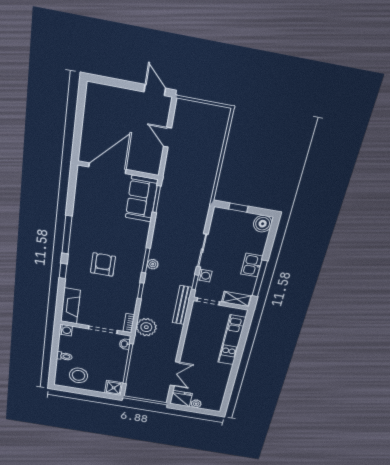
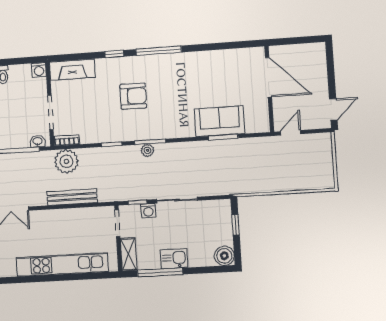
door: (107, 168) -> (268, 77), moved
wall: (118, 170) -> (269, 89), moved
bench: (182, 305) -> (72, 197), moved
kitchen unit: (232, 340) -> (62, 265), width x1.36

